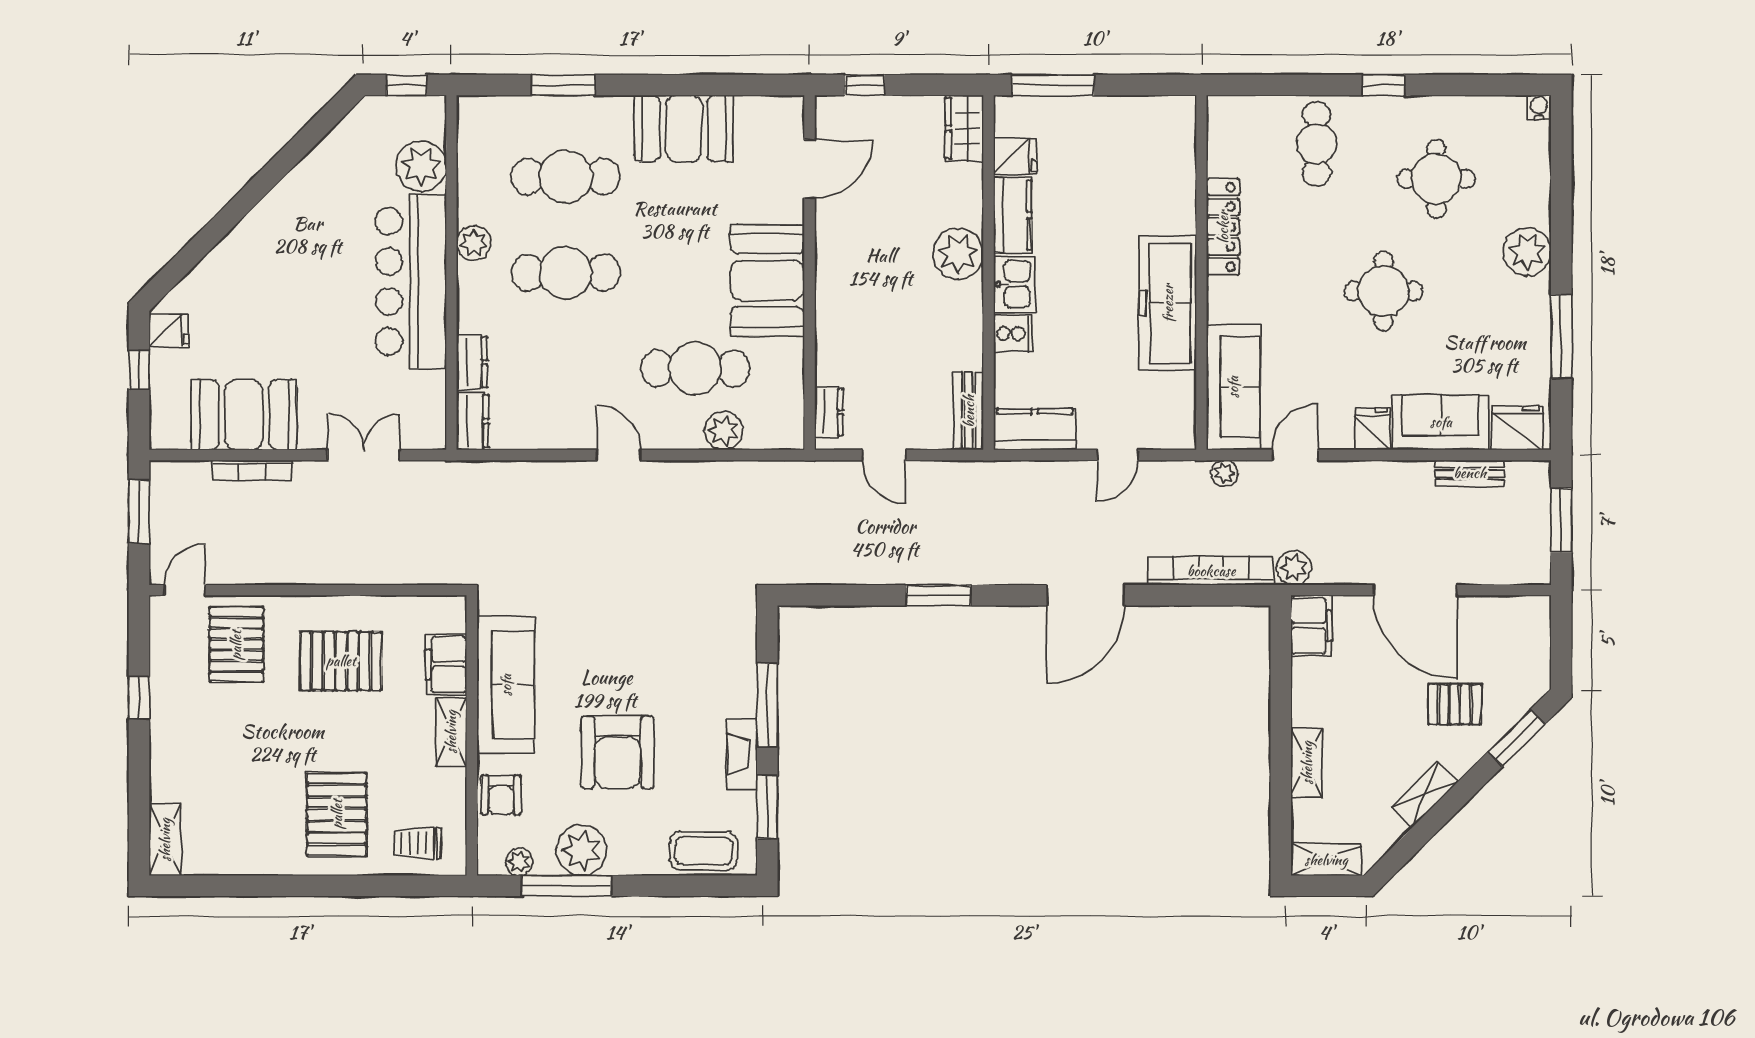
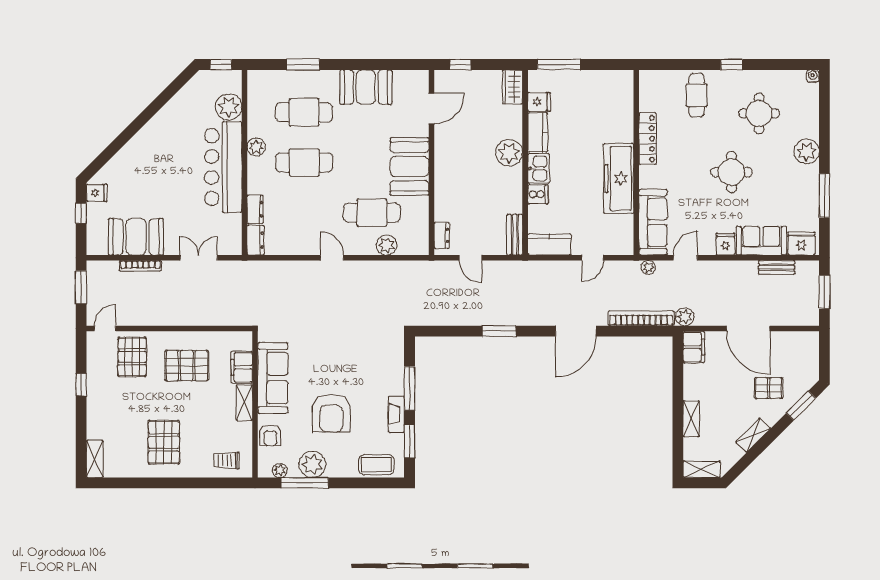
pallet: (337, 814) -> (164, 442), moved

